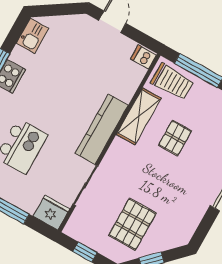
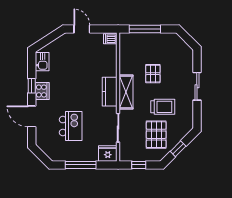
trolley: (172, 82) -> (163, 107), moved
shelving: (139, 116) -> (126, 92), moved
kitchen counter: (102, 129) -> (110, 92), width x0.67

